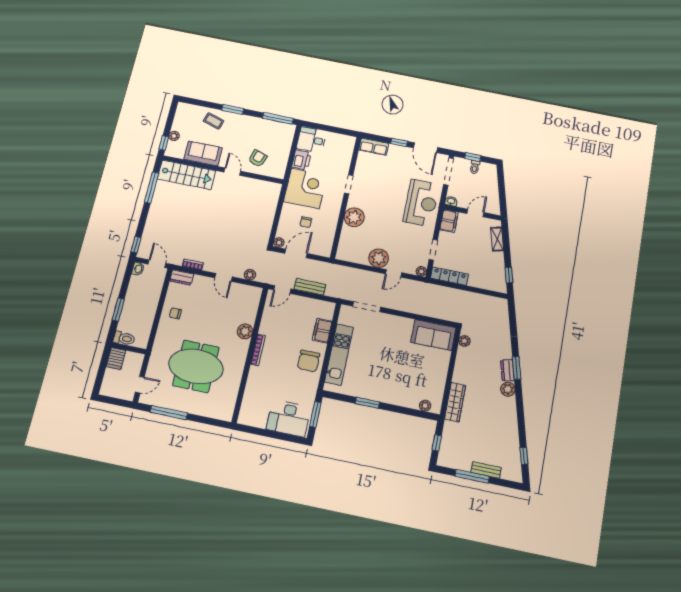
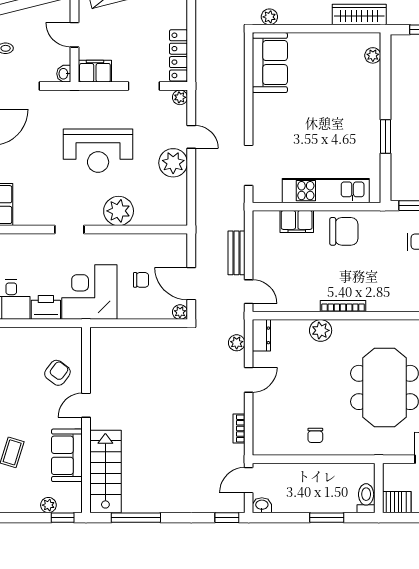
armchair: (258, 158) -> (57, 373), turned 109
reception desk: (421, 203) -> (98, 151), moved, turned 180
dresser: (182, 278) -> (261, 335), moved

